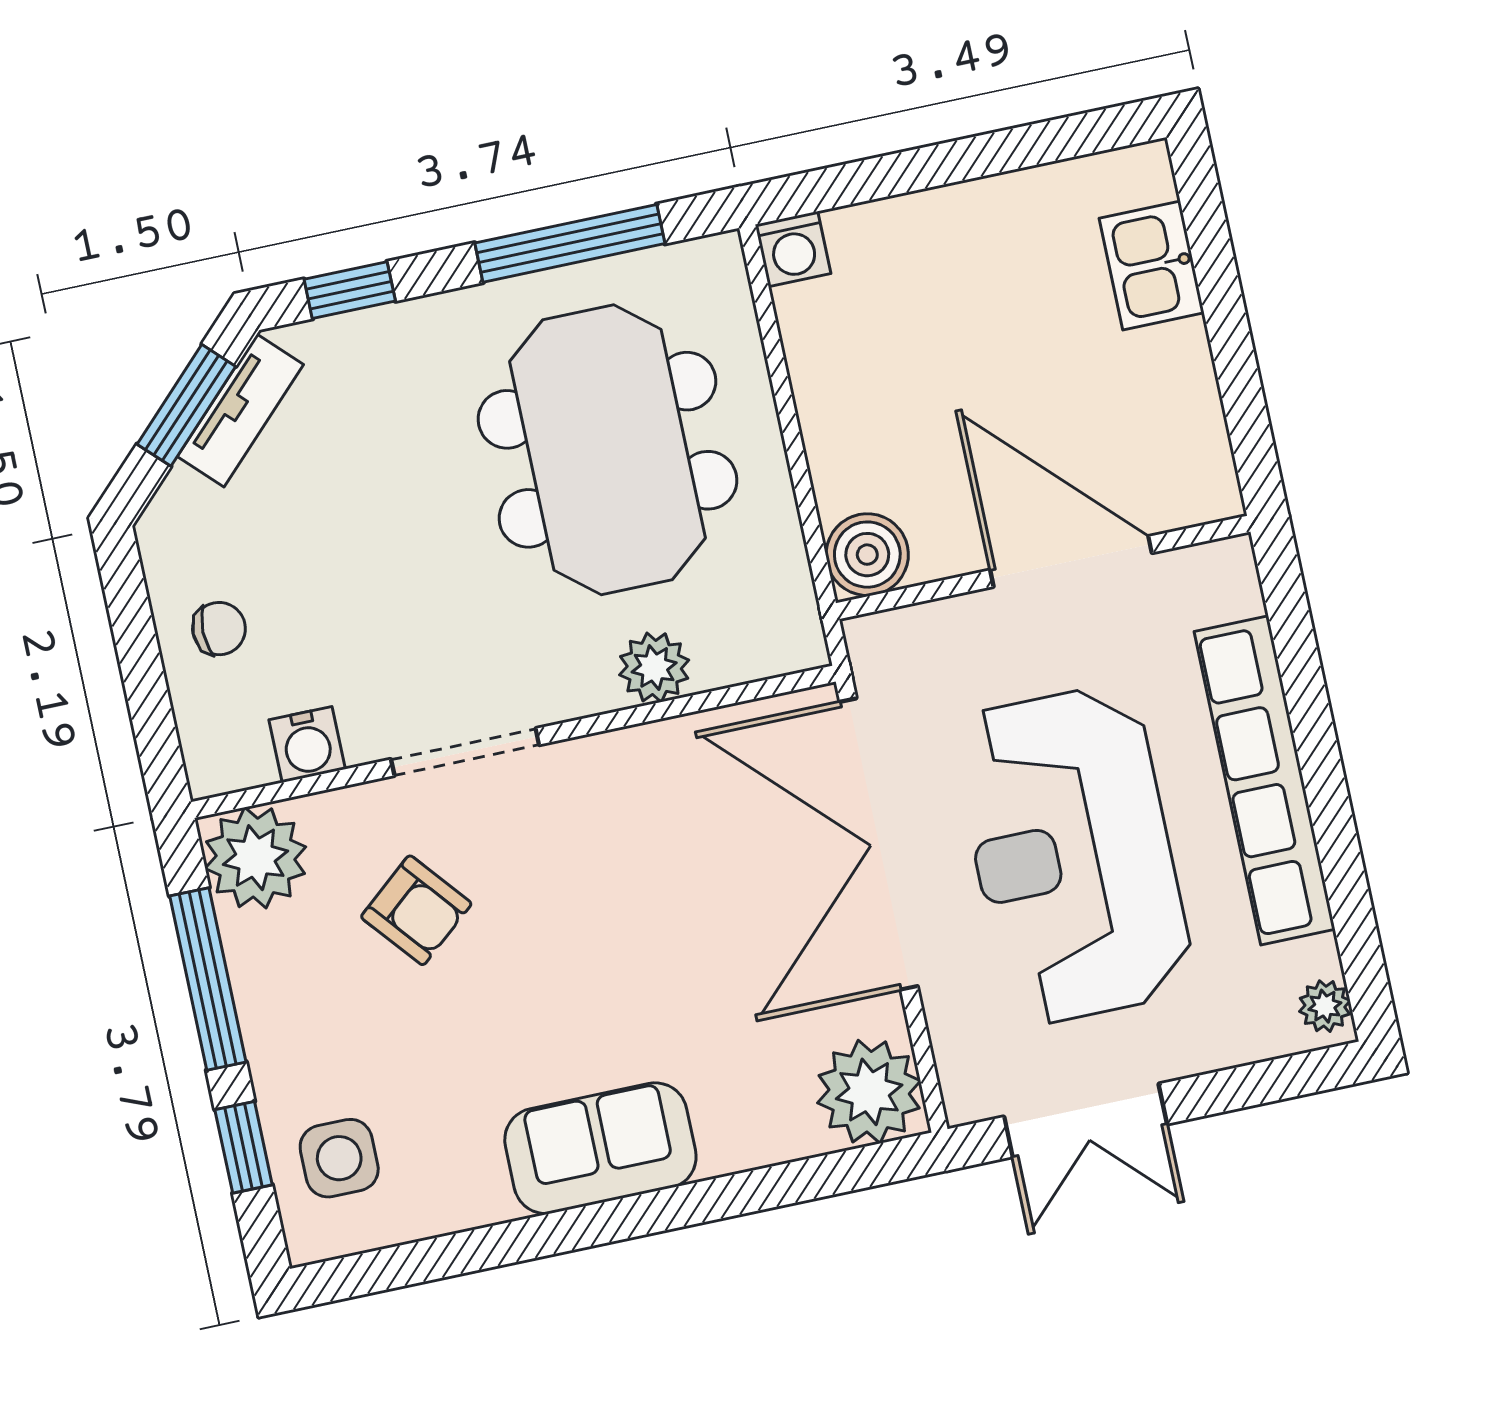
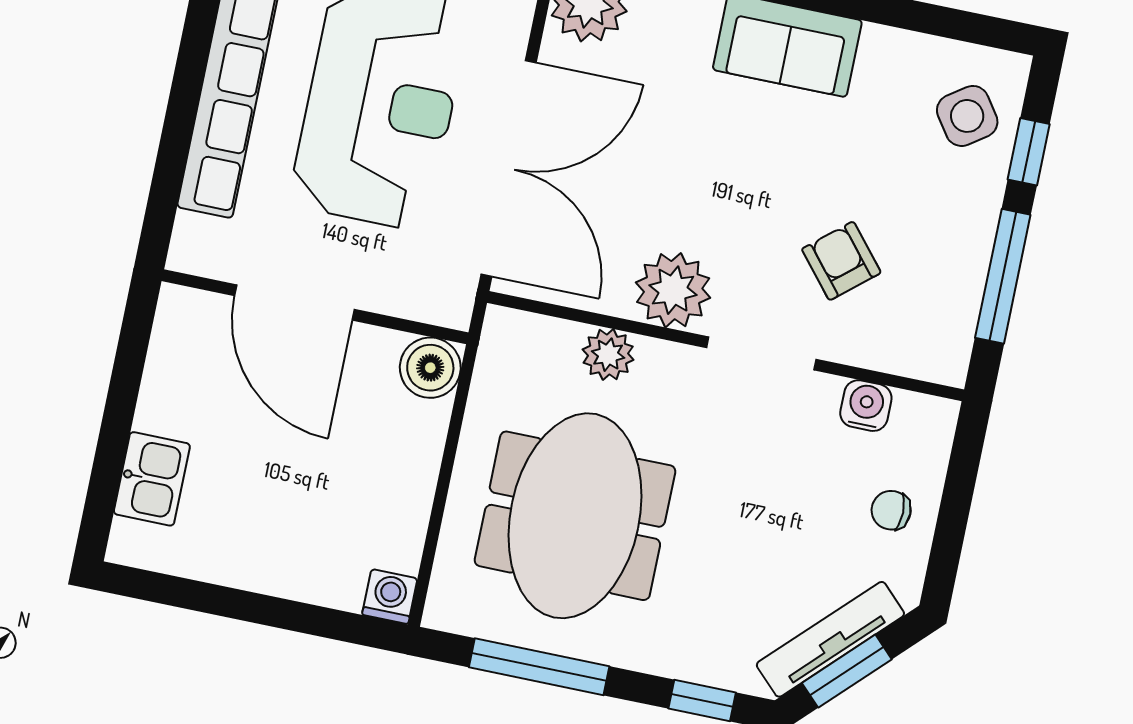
tv unit: (240, 411) -> (830, 639), width x1.41
plant: (255, 858) -> (673, 290), moved
side table: (339, 1158) -> (967, 116), turned -35

